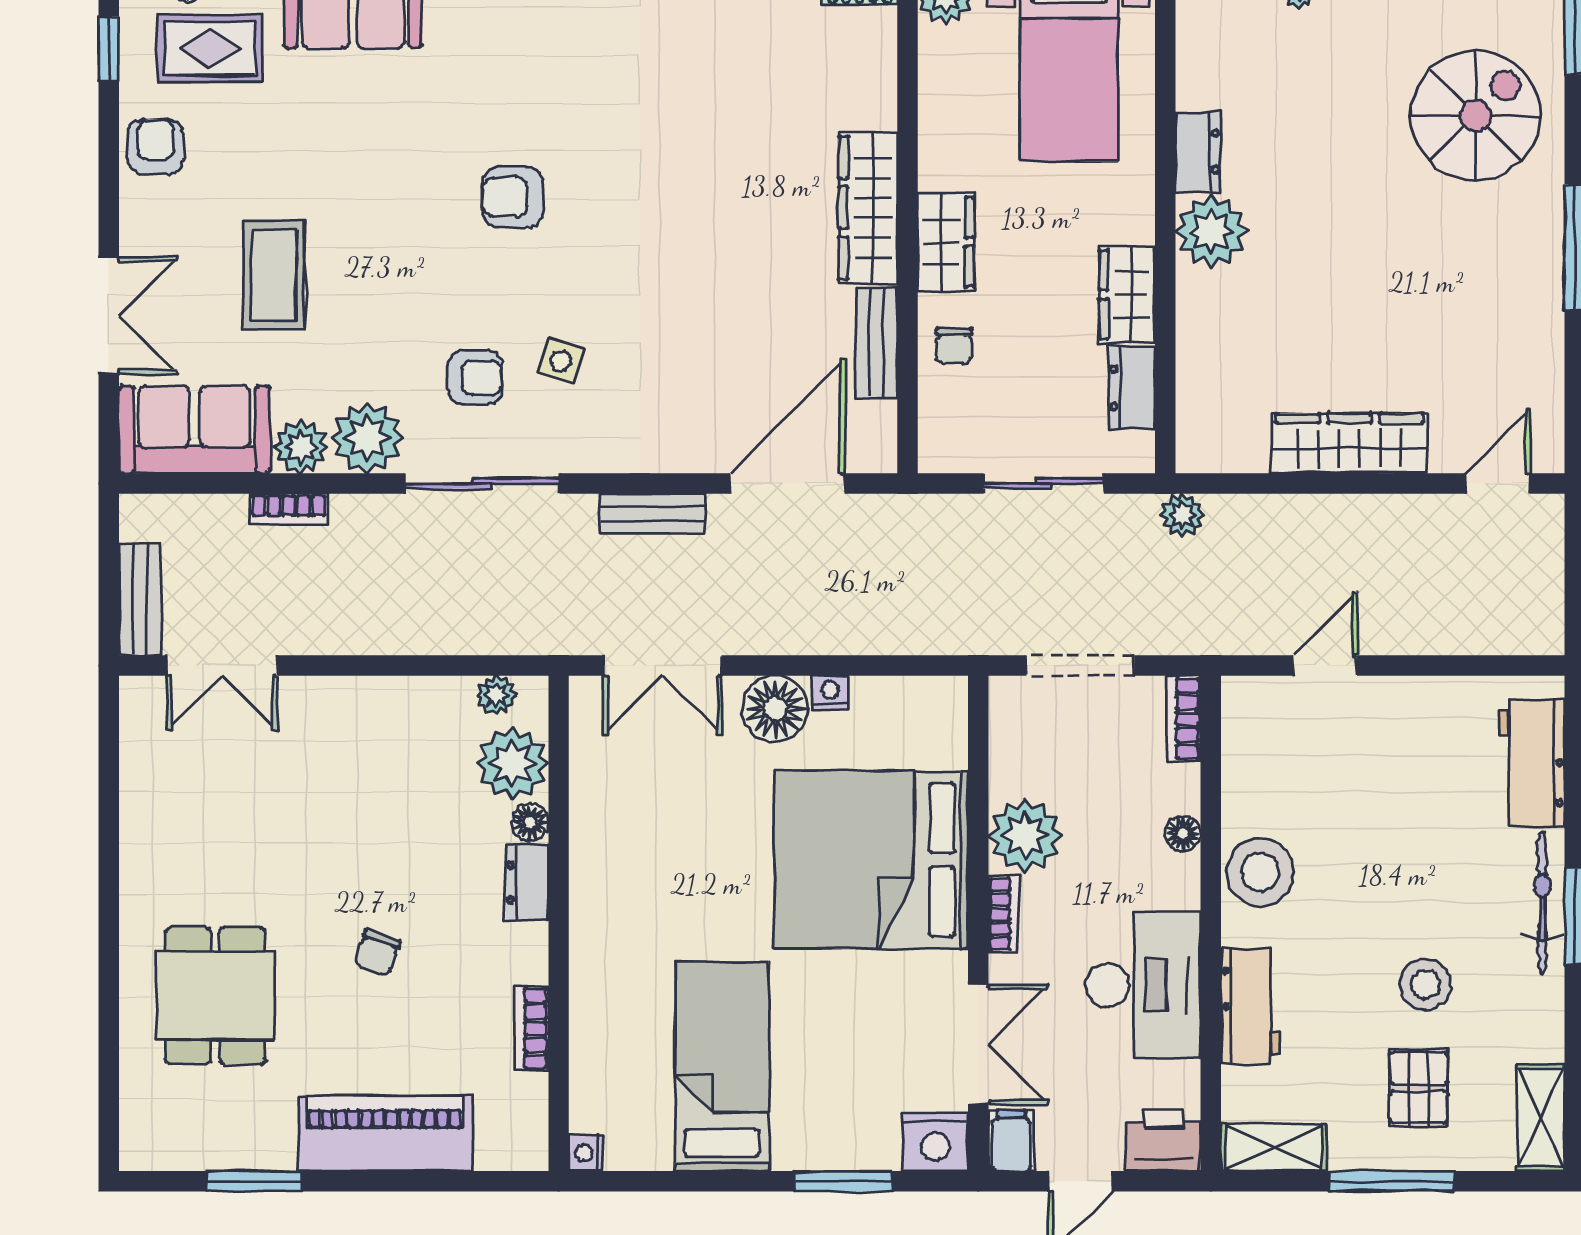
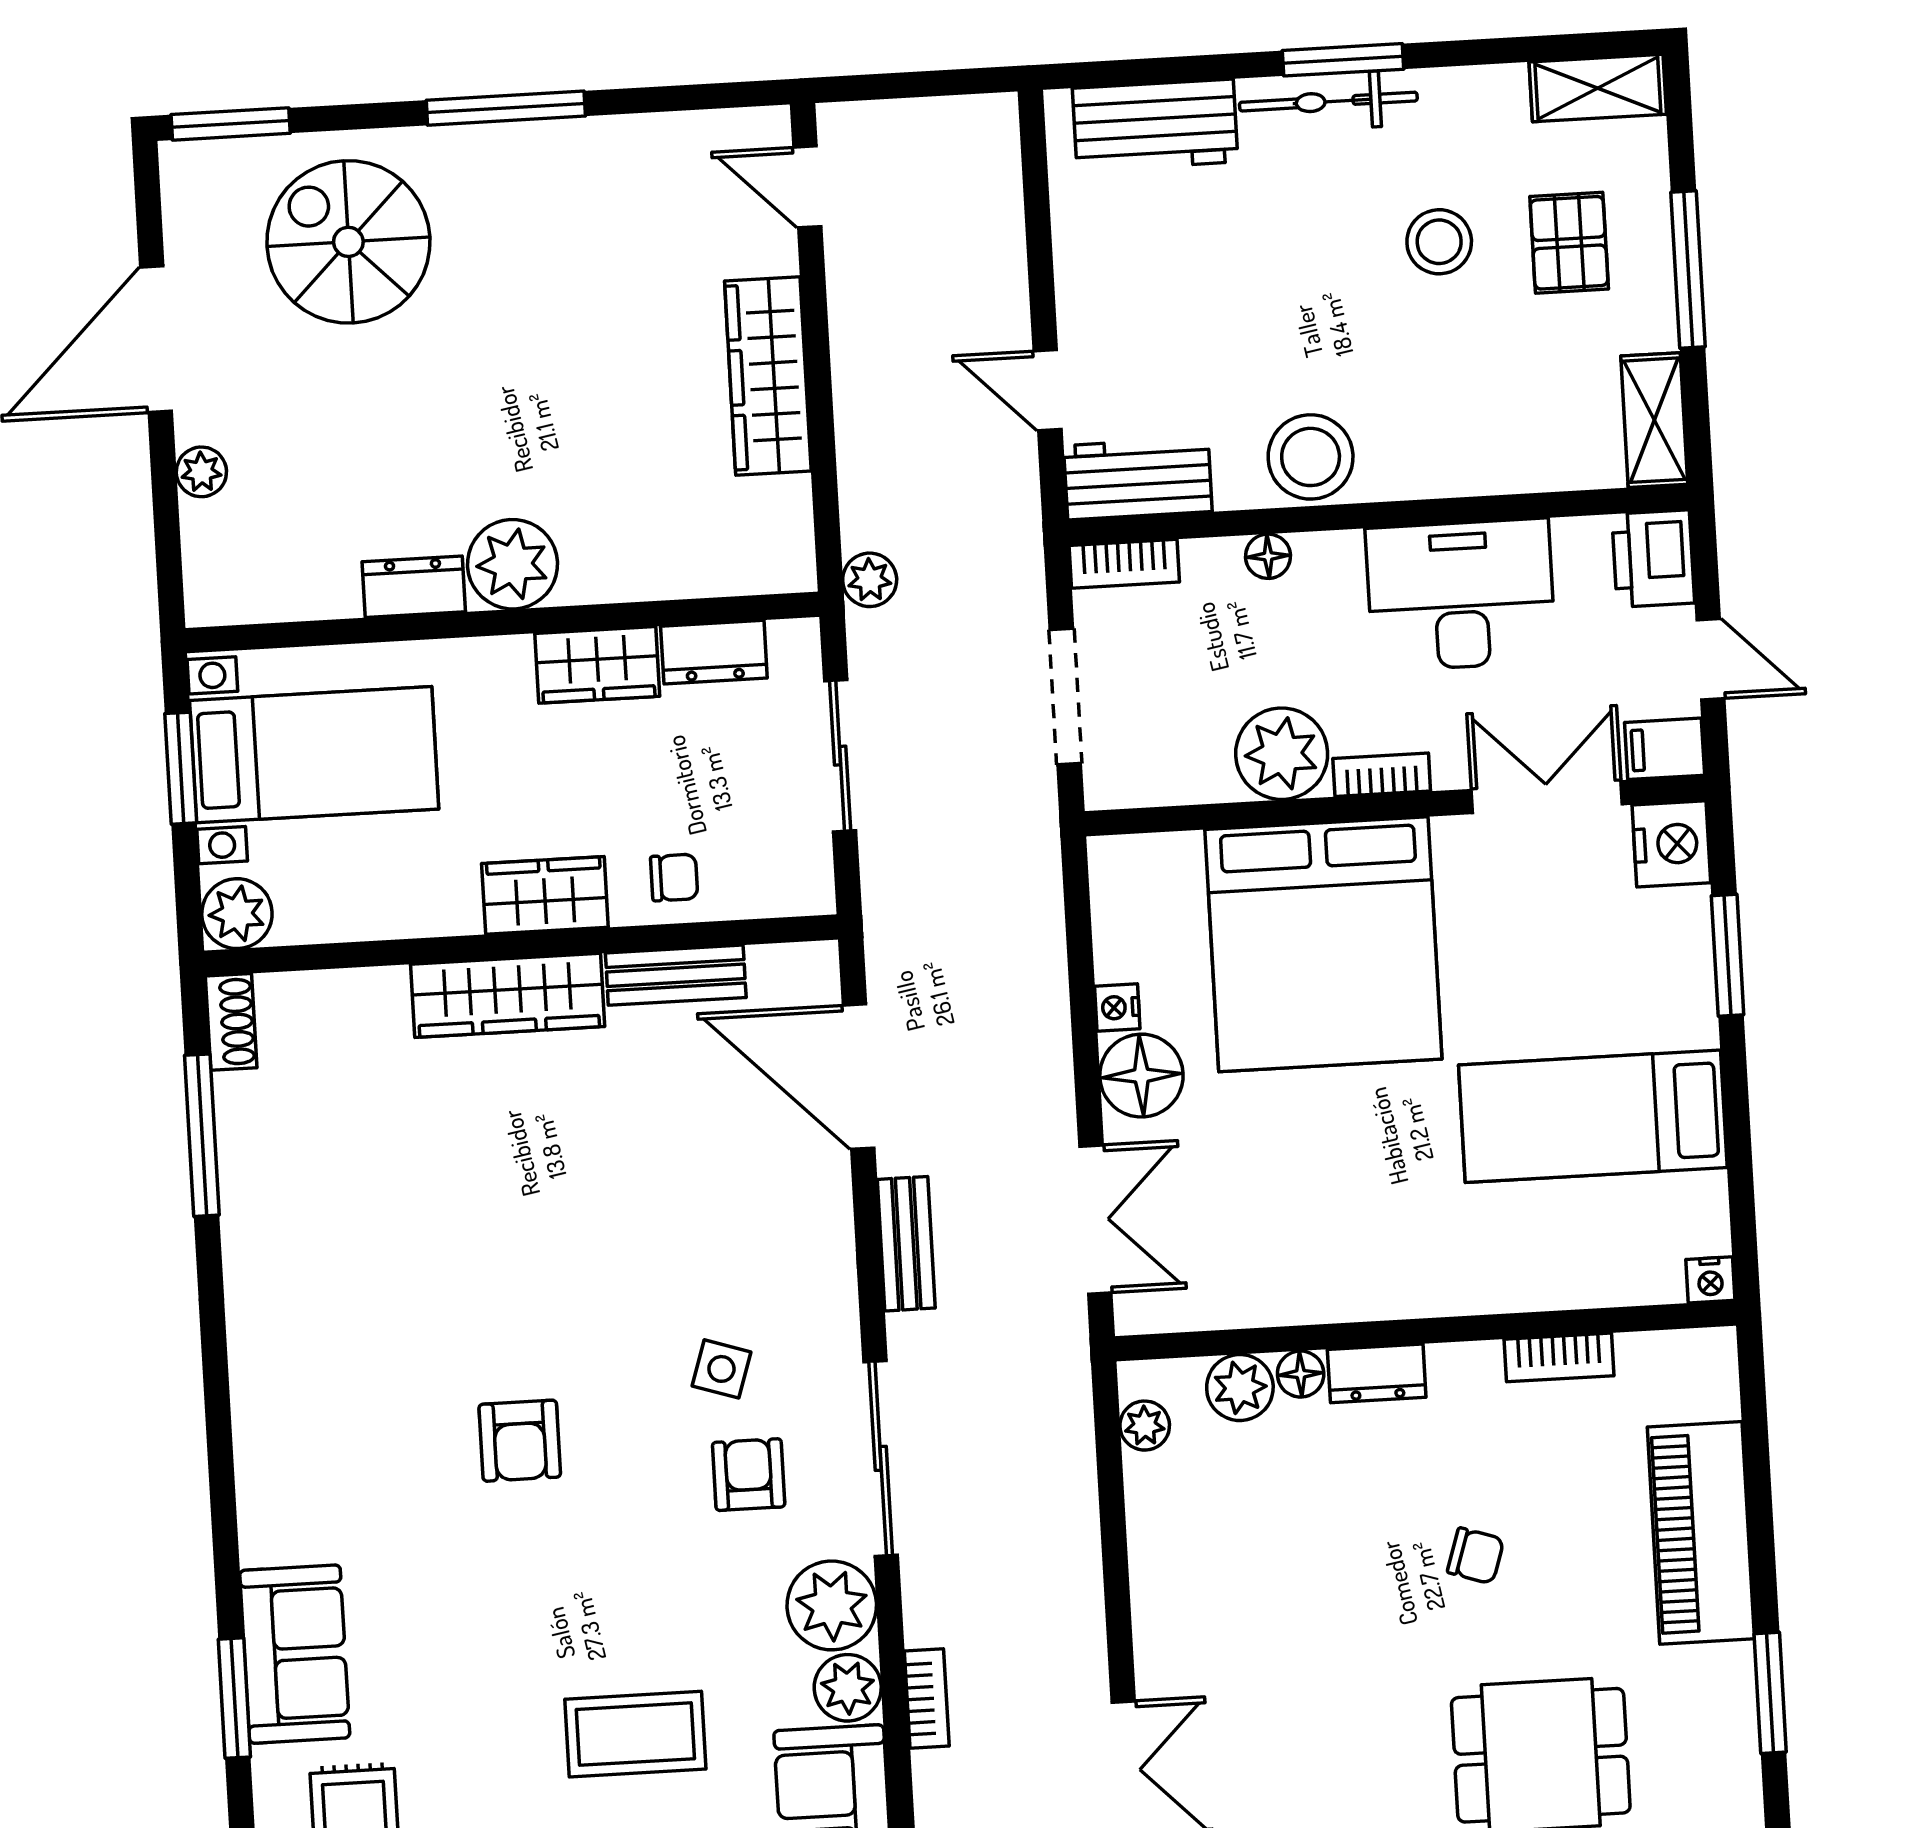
plant: (512, 763) -> (1240, 1388), width x0.73, depth x0.73
workbench: (1251, 1006) -> (1138, 479), moved
pallet: (1419, 1088) -> (1569, 243), turned 90

